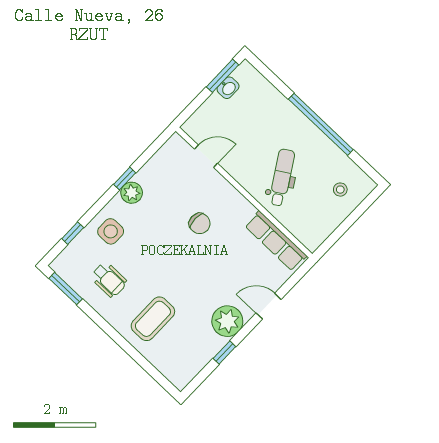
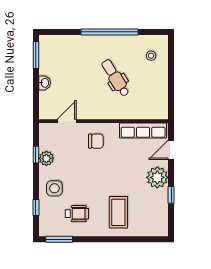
washbasin: (228, 88) -> (45, 83), moved
door: (206, 156) -> (67, 121), moved
wall: (244, 192) -> (103, 121), moved
row of seats: (276, 241) -> (143, 130), moved

